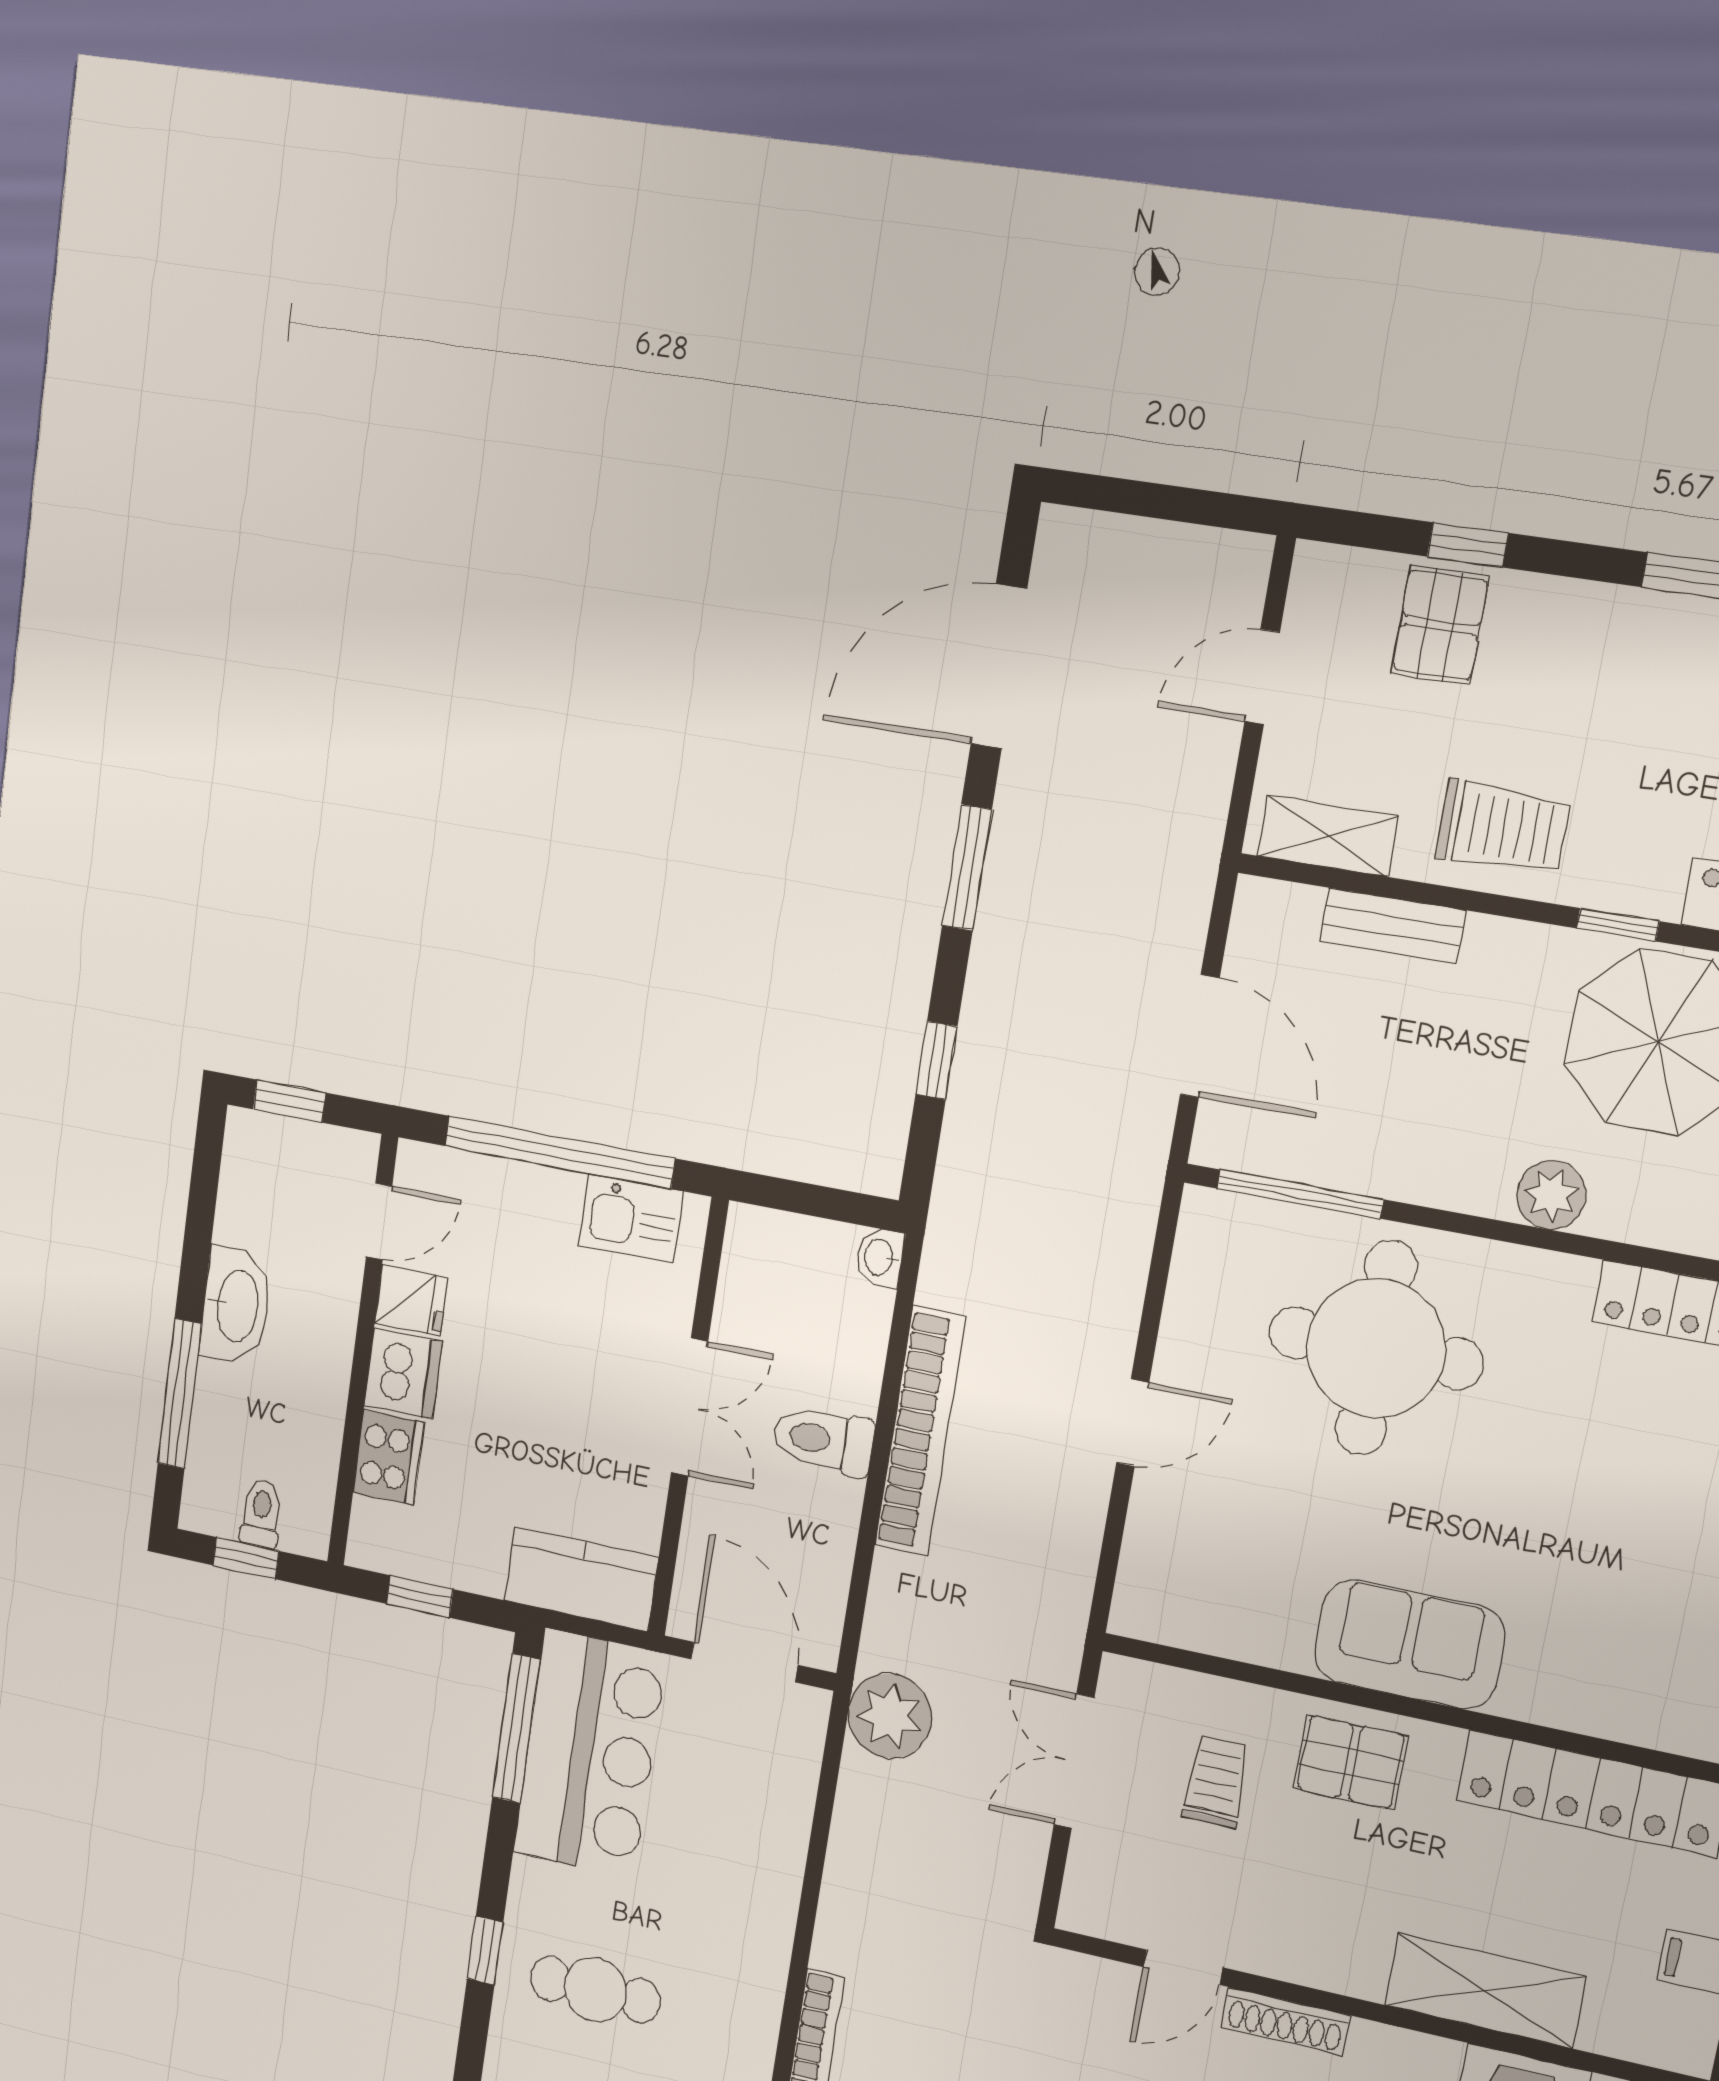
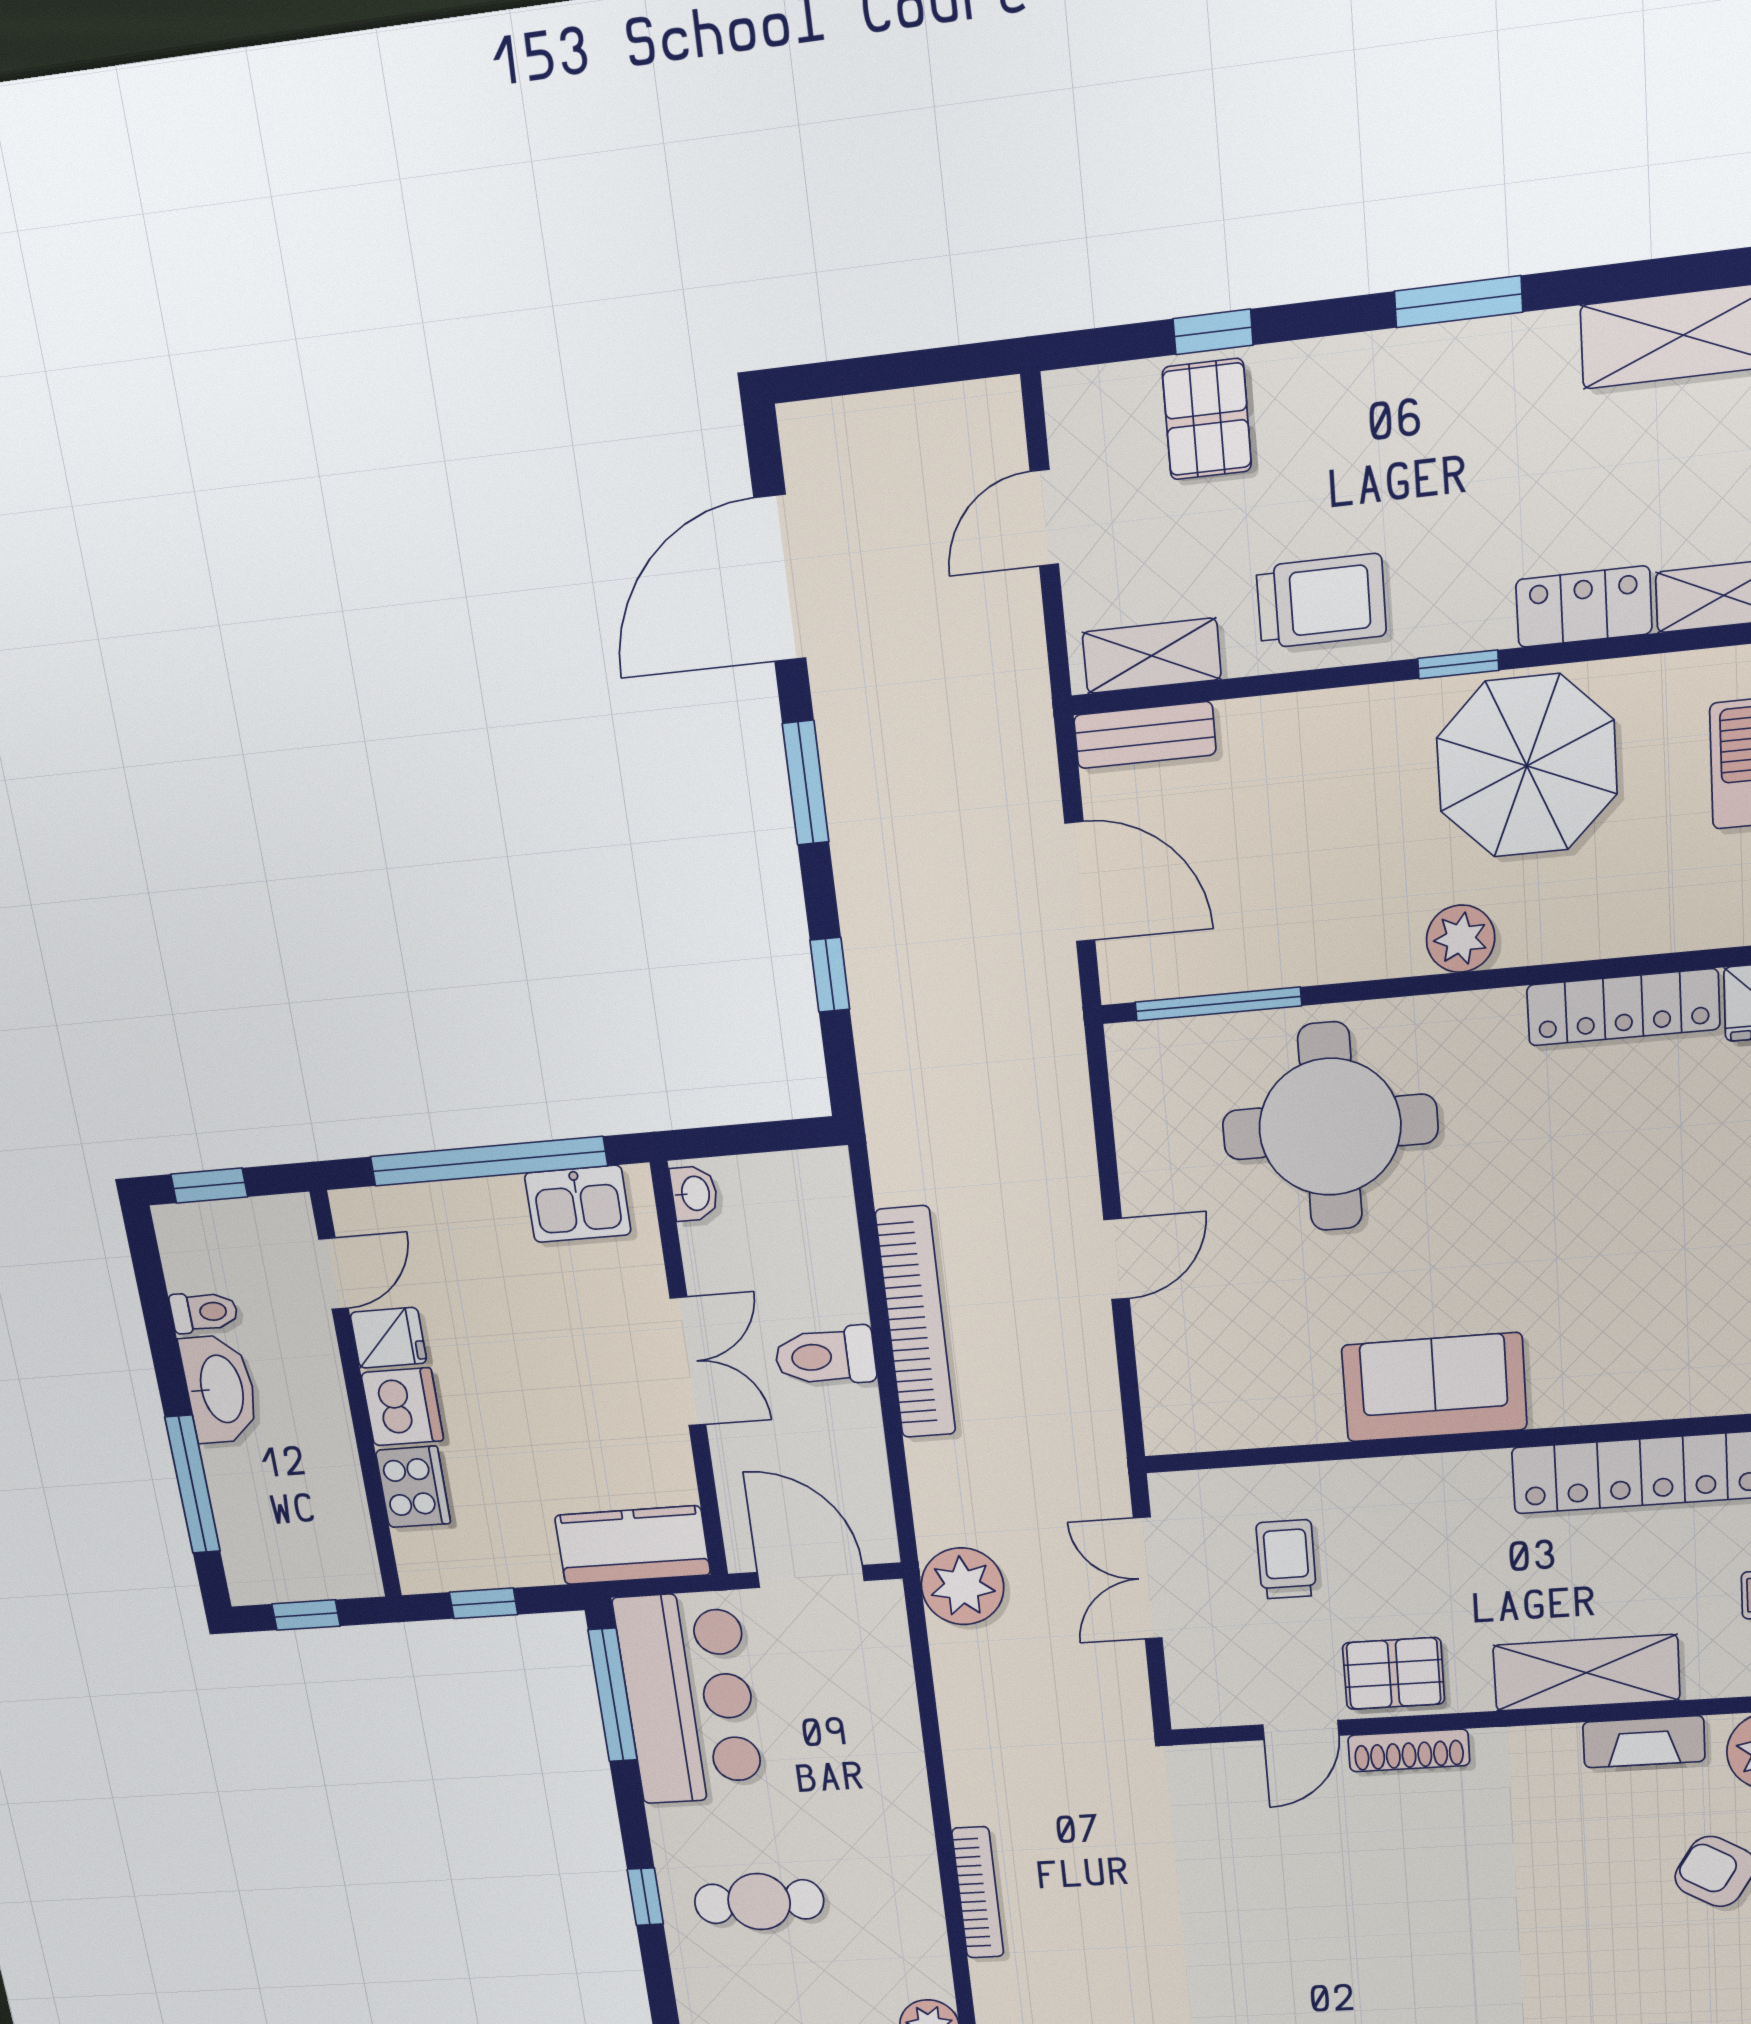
bench: (1393, 926) -> (1145, 735), moved
washbasin: (880, 1257) -> (694, 1193), moved, turned 180
toilet: (261, 1513) -> (204, 1312), moved, turned 90
pallet: (1351, 1762) -> (1394, 1673), moved

